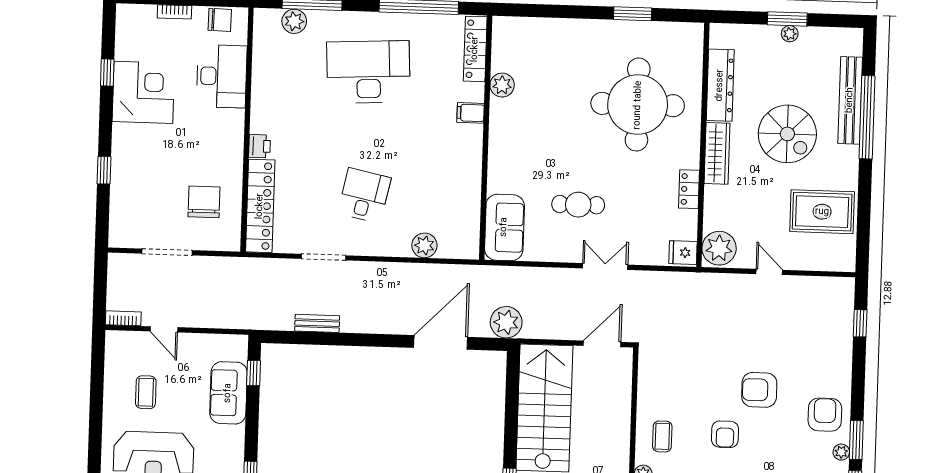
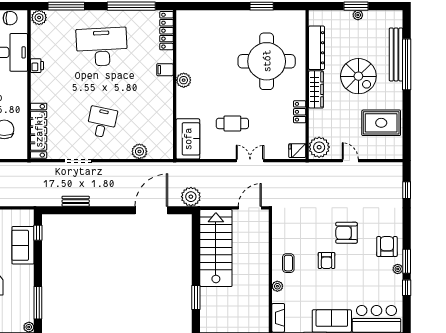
plant: (294, 21) -> (39, 17), moved
plant: (502, 85) -> (184, 80), moved
printer: (260, 146) -> (37, 66), moved

